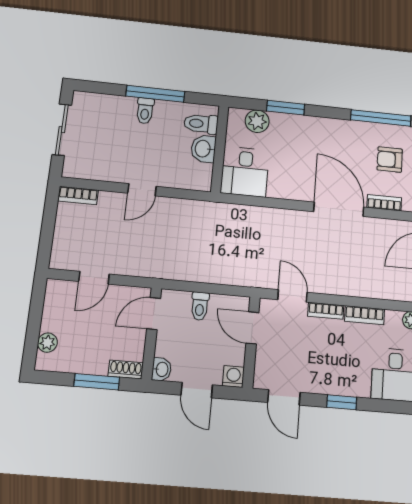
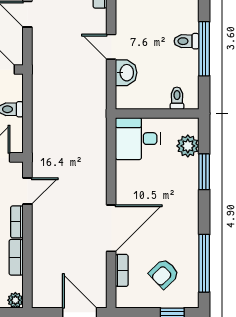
toilet: (201, 124) -> (177, 98), width x0.73, depth x0.72
washbasin: (203, 149) -> (126, 73), moved, turned 90
armchair: (390, 160) -> (164, 274), turned -134

